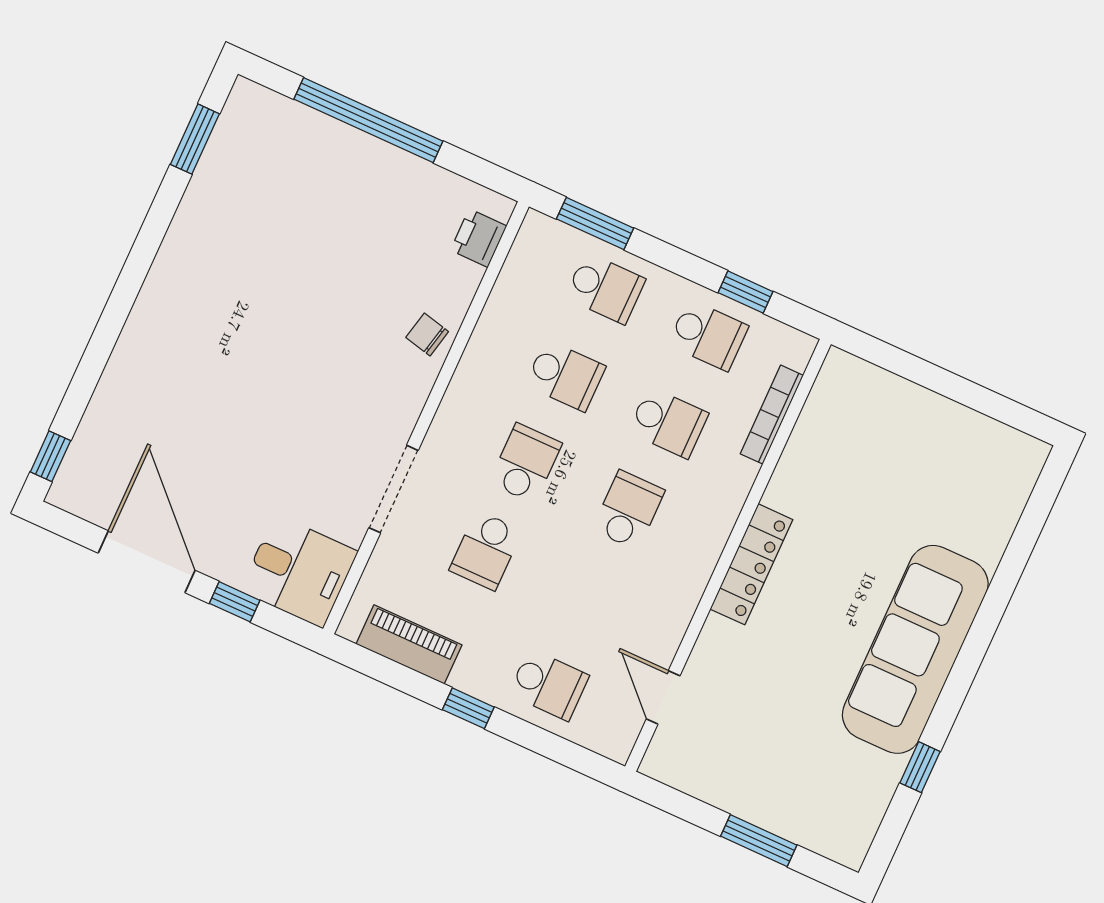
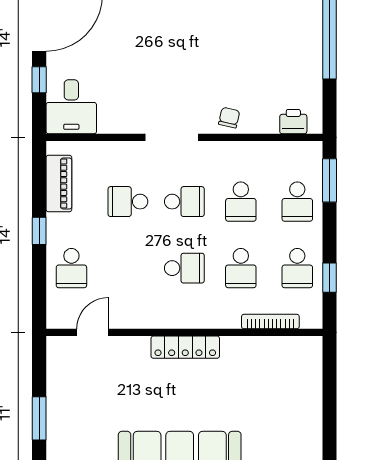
doorway: (394, 489) -> (172, 137), moved

